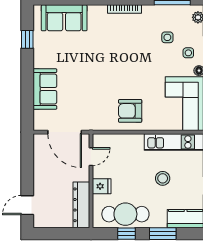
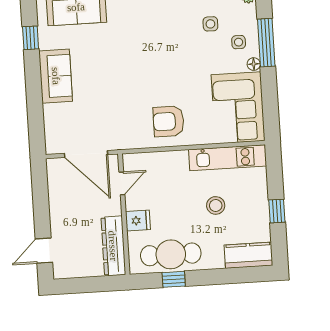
sofa: (45, 89) -> (56, 76), moved
window: (163, 234) -> (220, 276), removed

